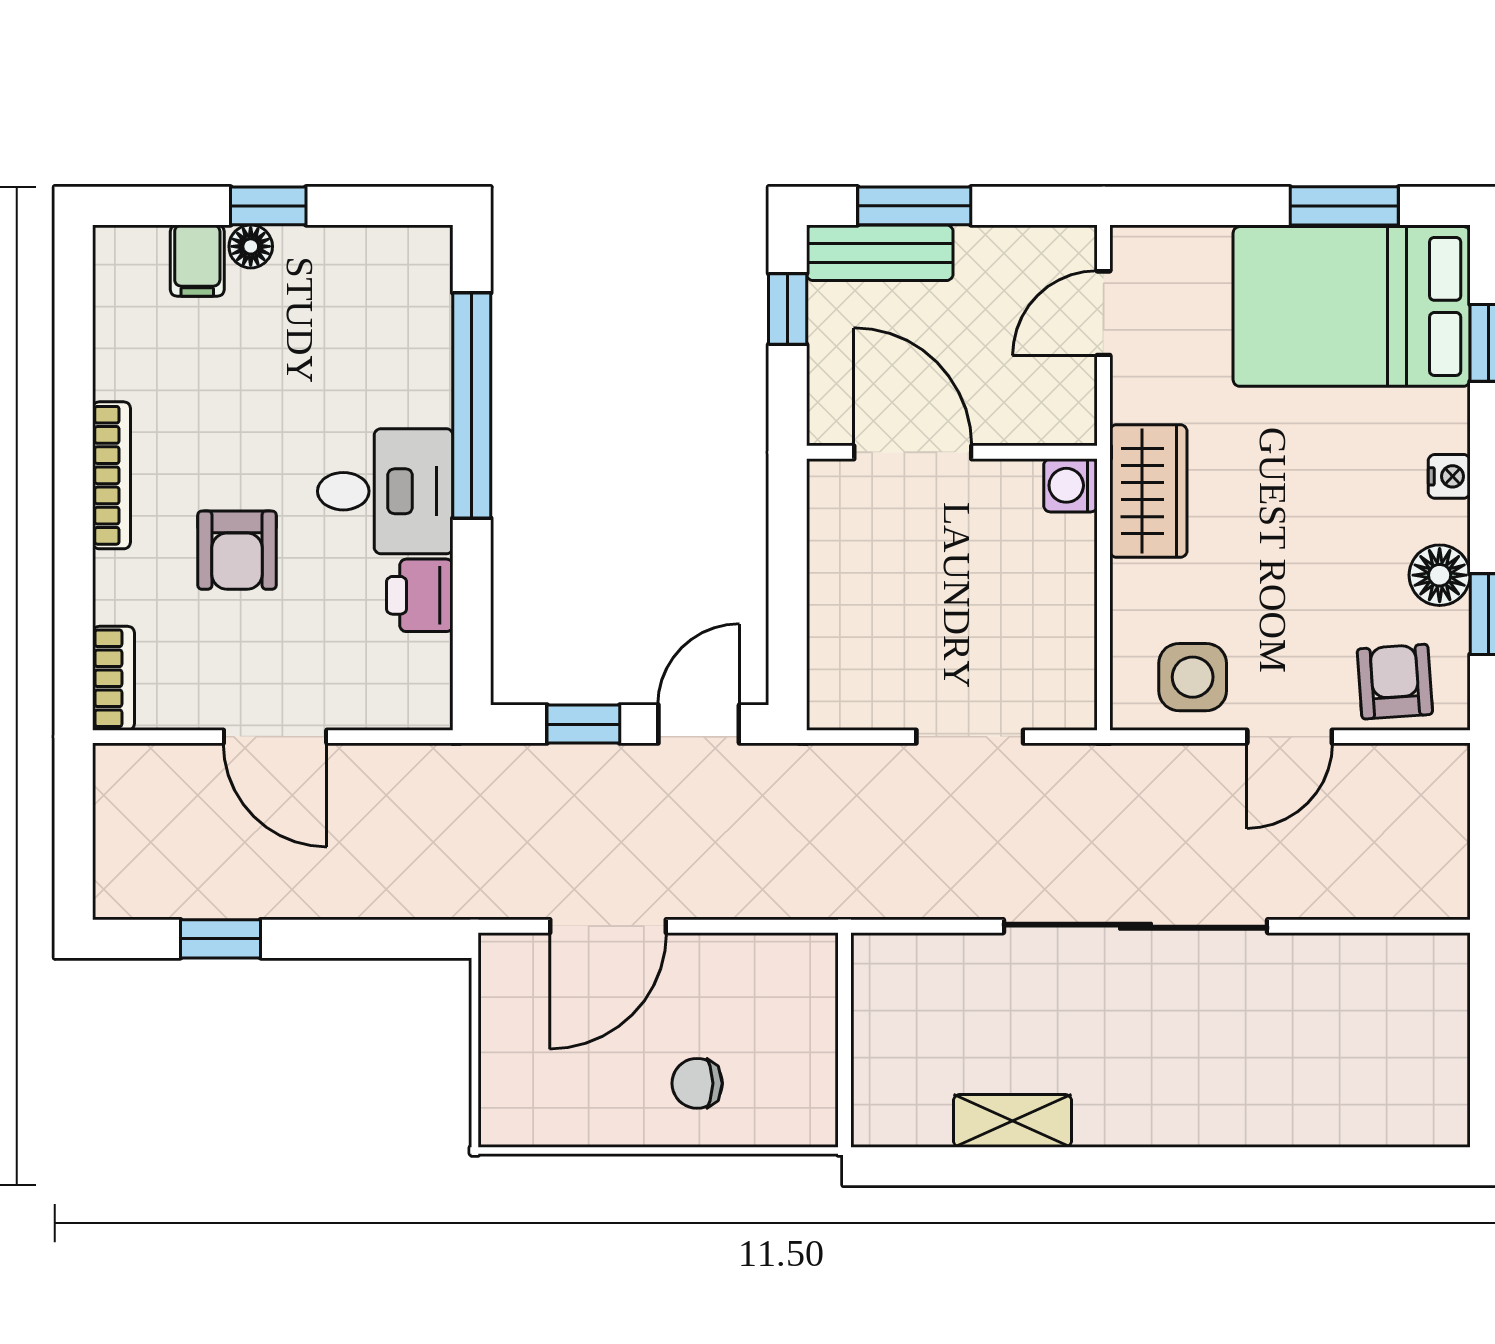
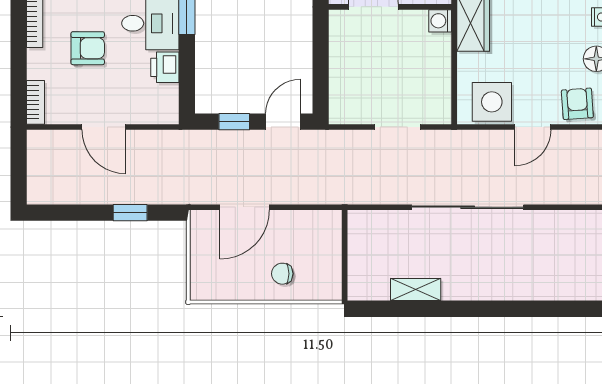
armchair: (237, 550) -> (88, 48), turned -90
side table: (1193, 677) -> (492, 102), width x1.37, depth x1.37
window: (220, 939) -> (130, 213), moved

